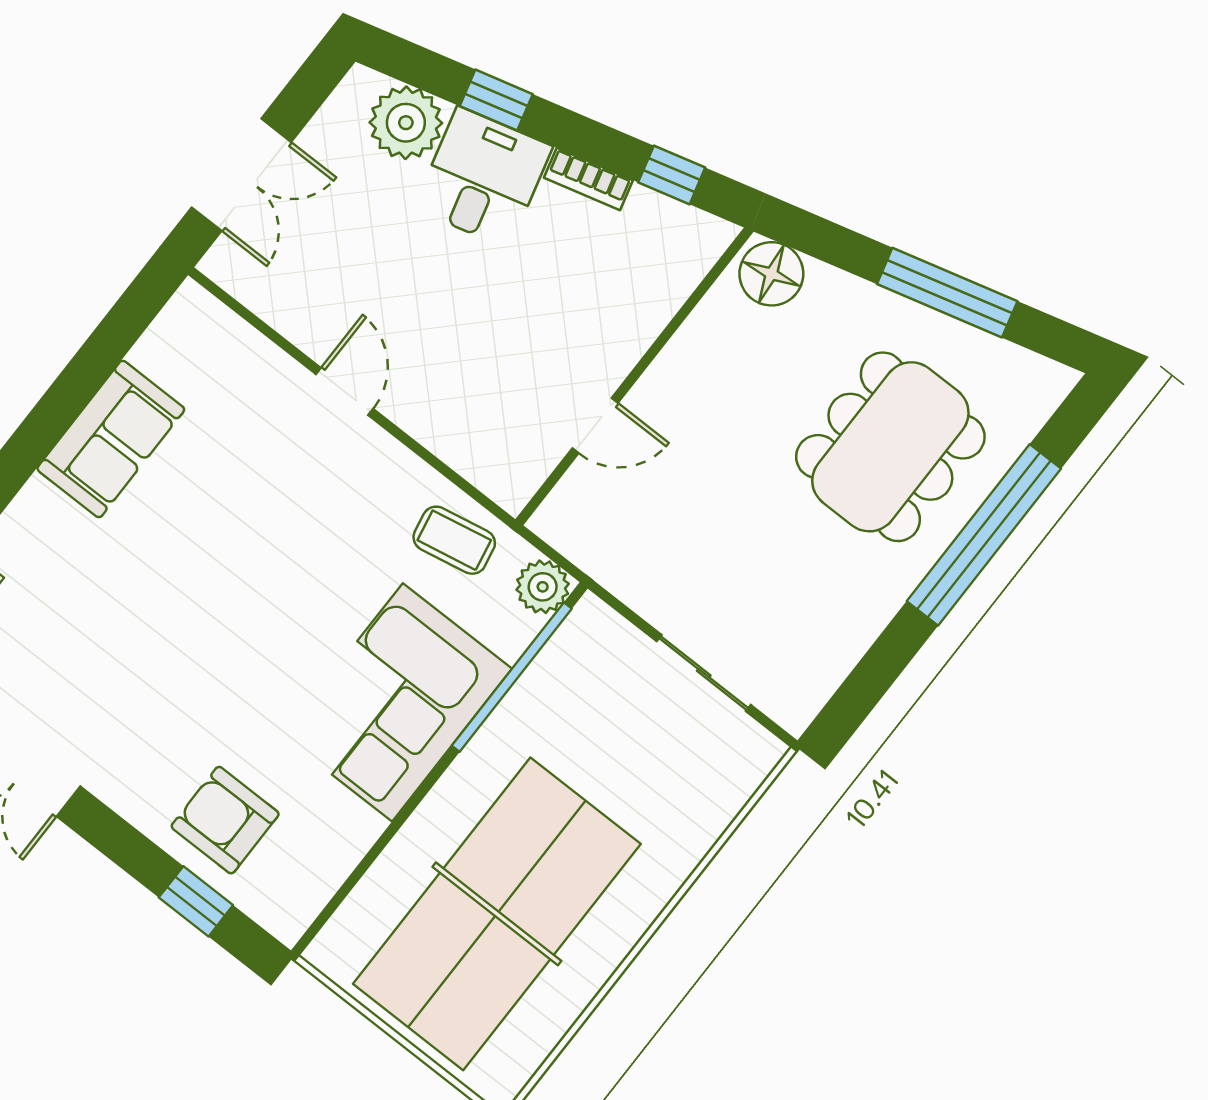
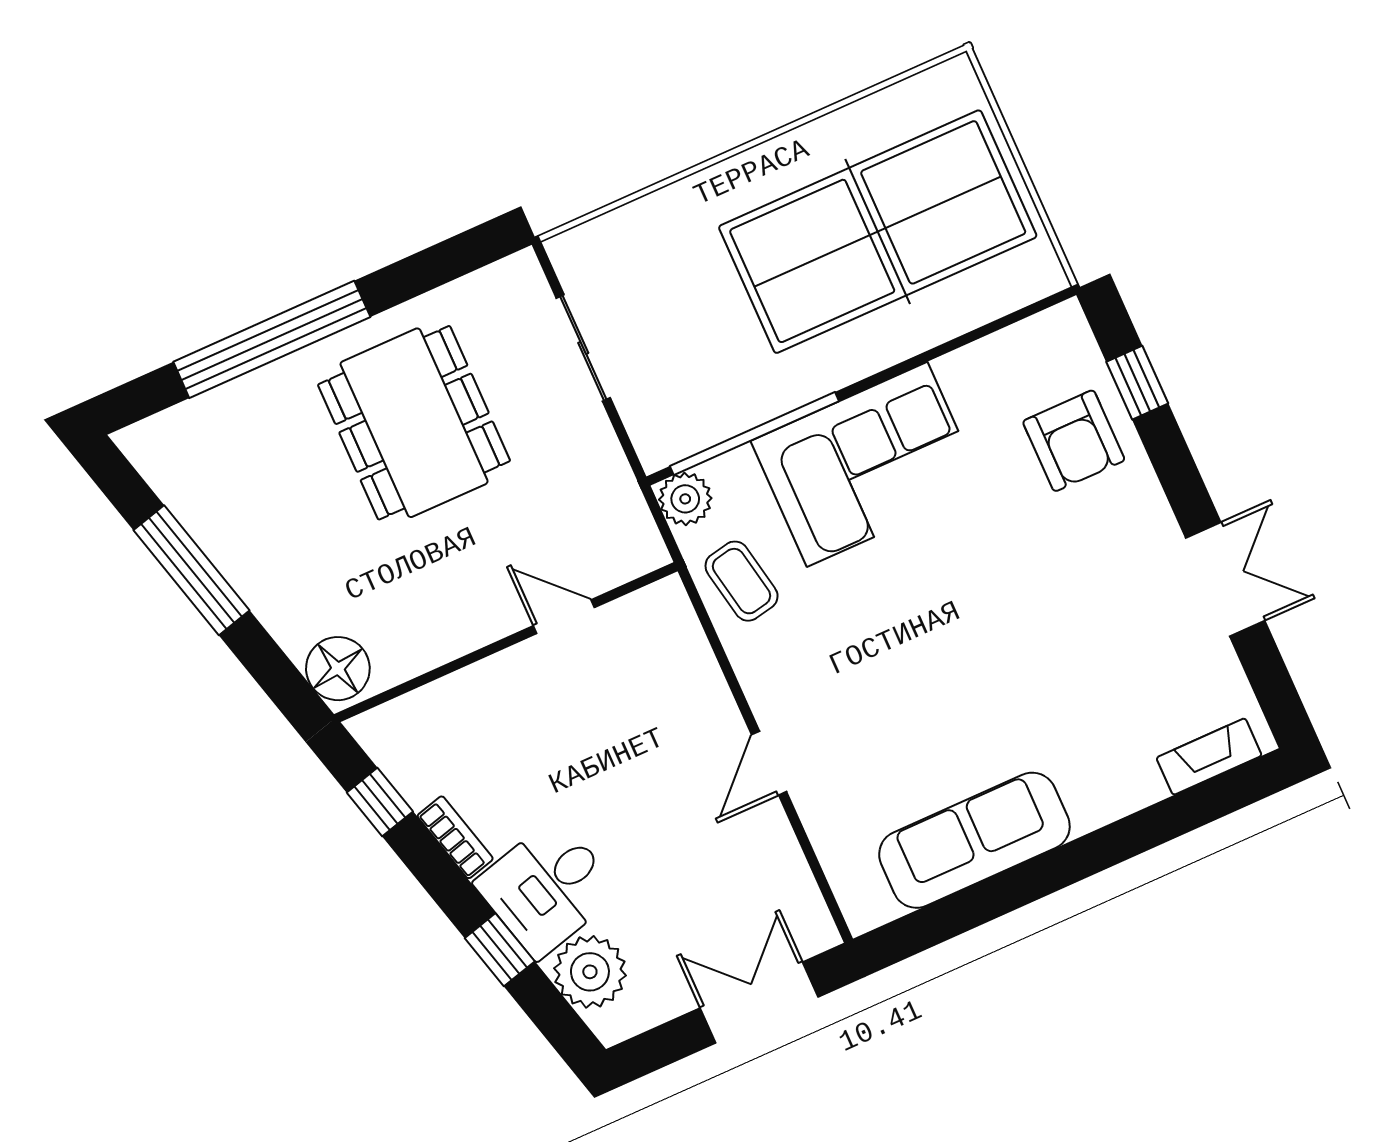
sofa: (111, 439) -> (974, 840), width x1.36
dining table: (890, 447) -> (414, 423), moved, turned 90

